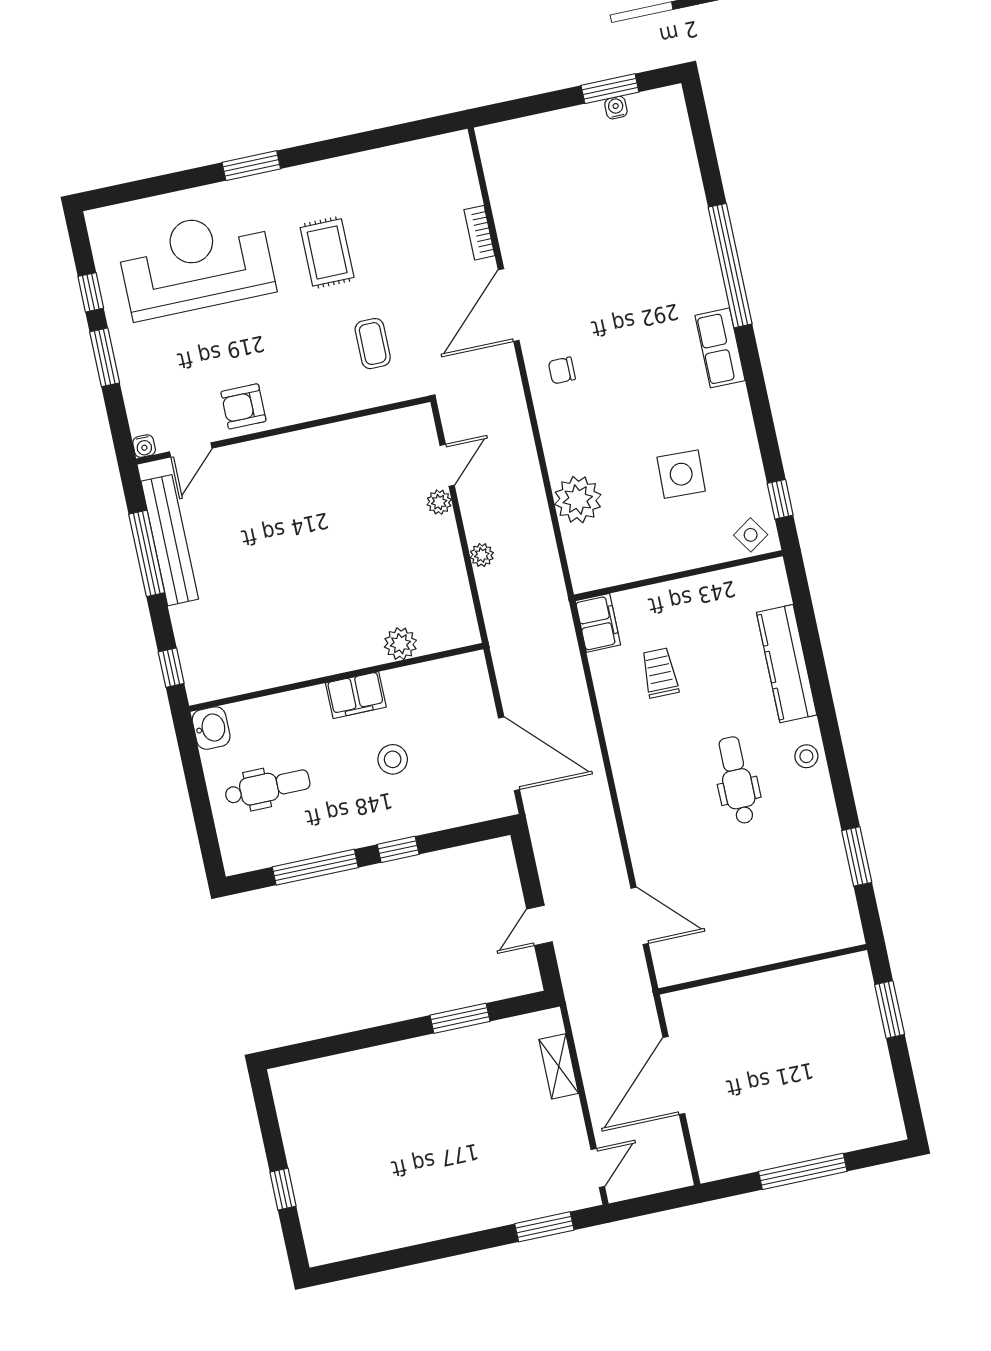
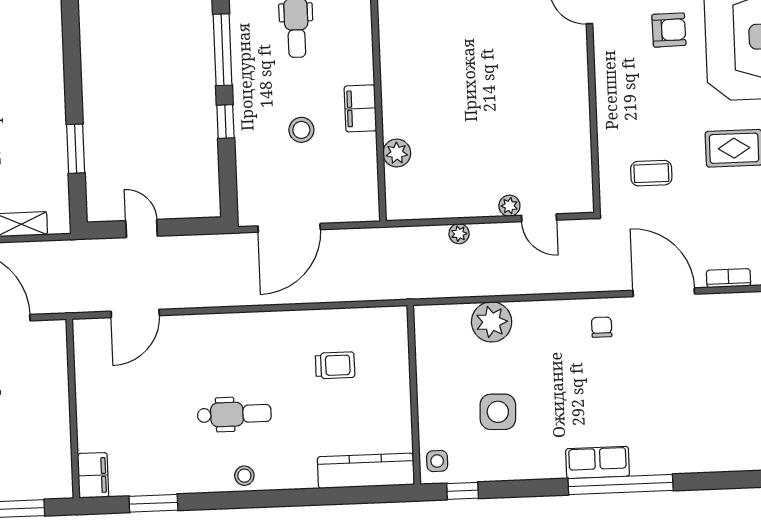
window: (730, 266) -> (621, 484), moved
armchair: (243, 406) -> (669, 30), moved, turned 89
side table: (751, 535) -> (437, 461), turned 34
filing cabinet: (598, 623) -> (93, 475), moved, turned -90
kitchen counter: (787, 664) -> (366, 471), moved

